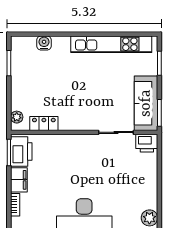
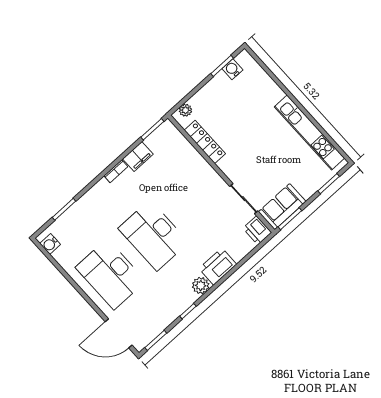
water cooler: (44, 43) -> (232, 69), moved, turned -90
sofa: (146, 103) -> (282, 207), width x0.73
locker: (44, 124) -> (205, 142), width x1.53
printer: (21, 152) -> (218, 266), moved, turned 180

